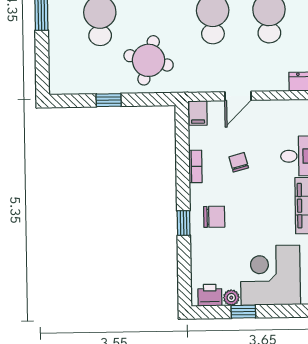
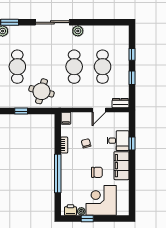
door: (238, 96) -> (99, 110), moved
chair: (214, 217) -> (97, 172), moved
window: (184, 223) -> (58, 173), width x3.17

